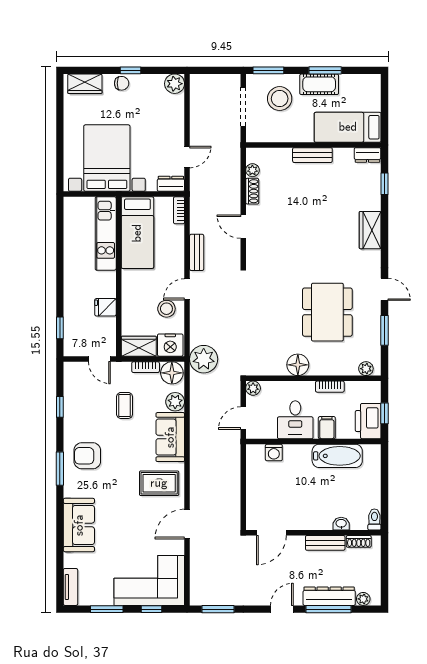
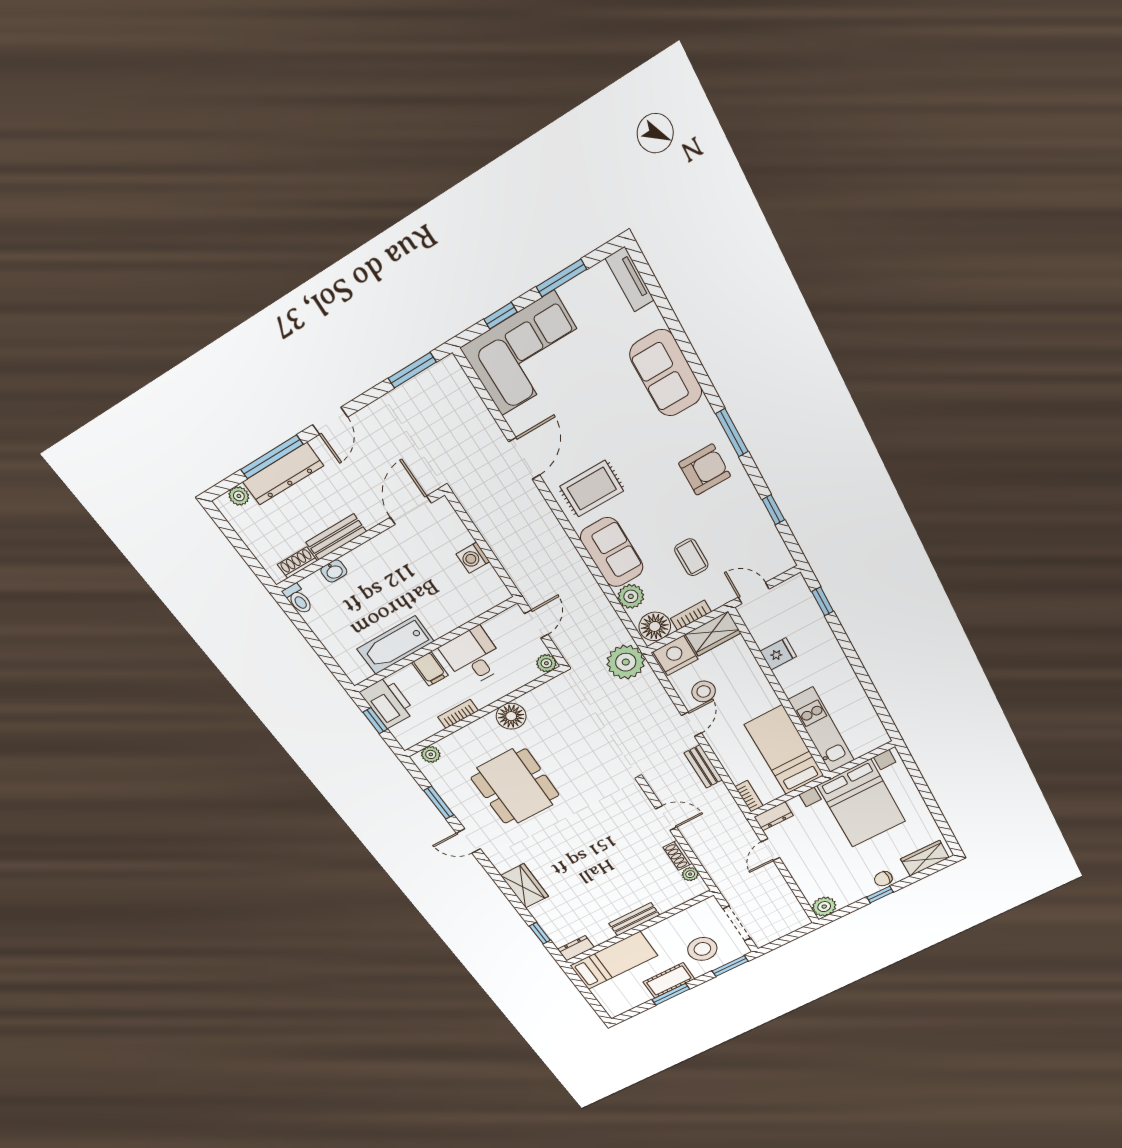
washing machine: (274, 453) -> (473, 558), moved, turned -90

